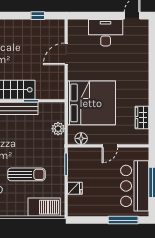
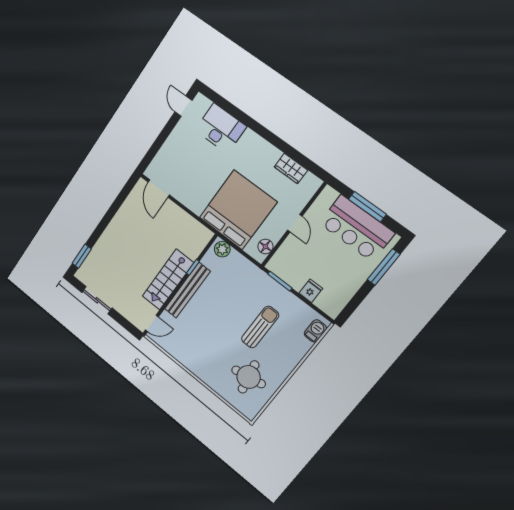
window: (38, 16) -> (120, 200), removed
desk: (106, 33) -> (221, 128), moved, turned 90
door: (66, 54) -> (159, 188), moved
plant: (58, 129) -> (222, 249), moved
barbecue: (44, 207) -> (315, 331), width x0.53, depth x0.65

